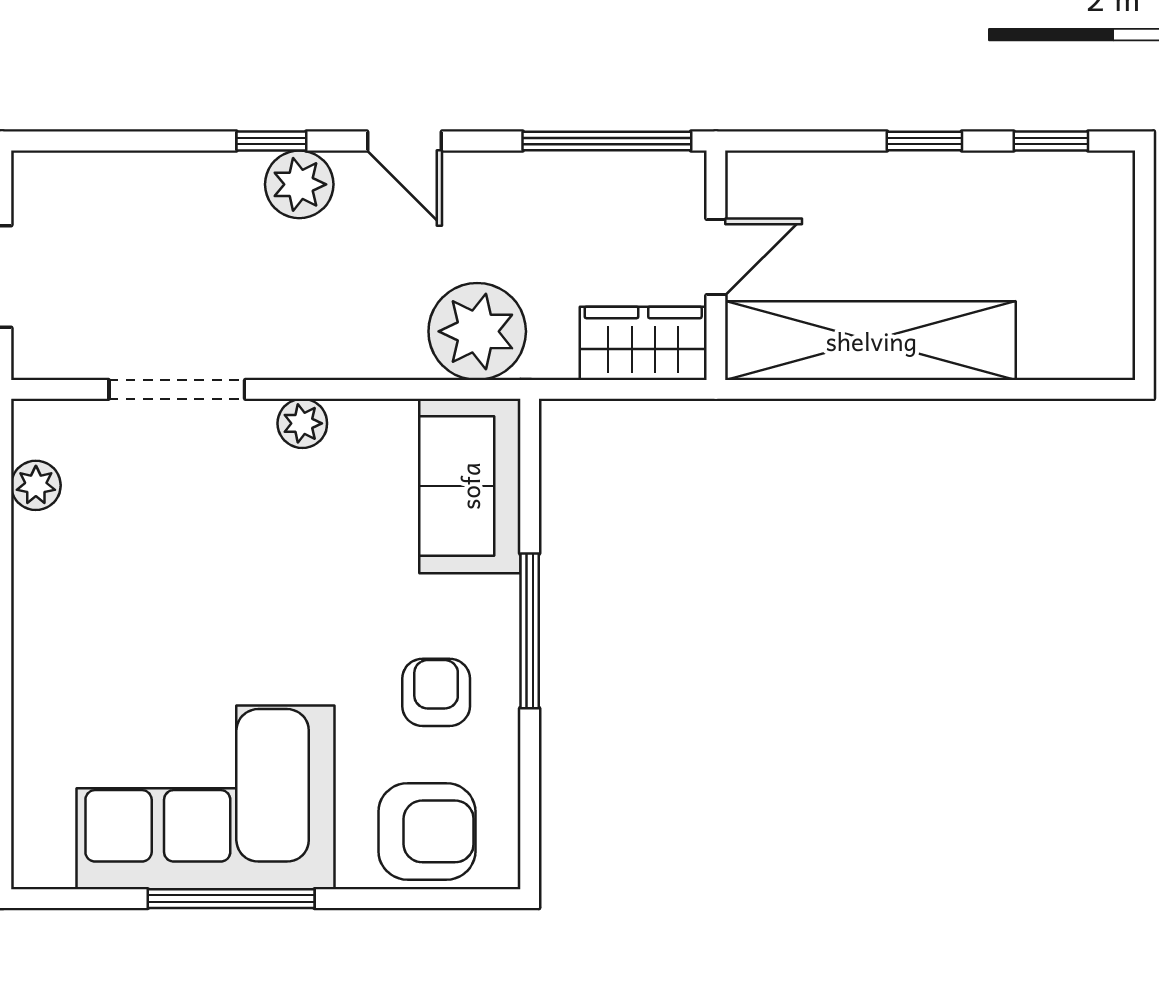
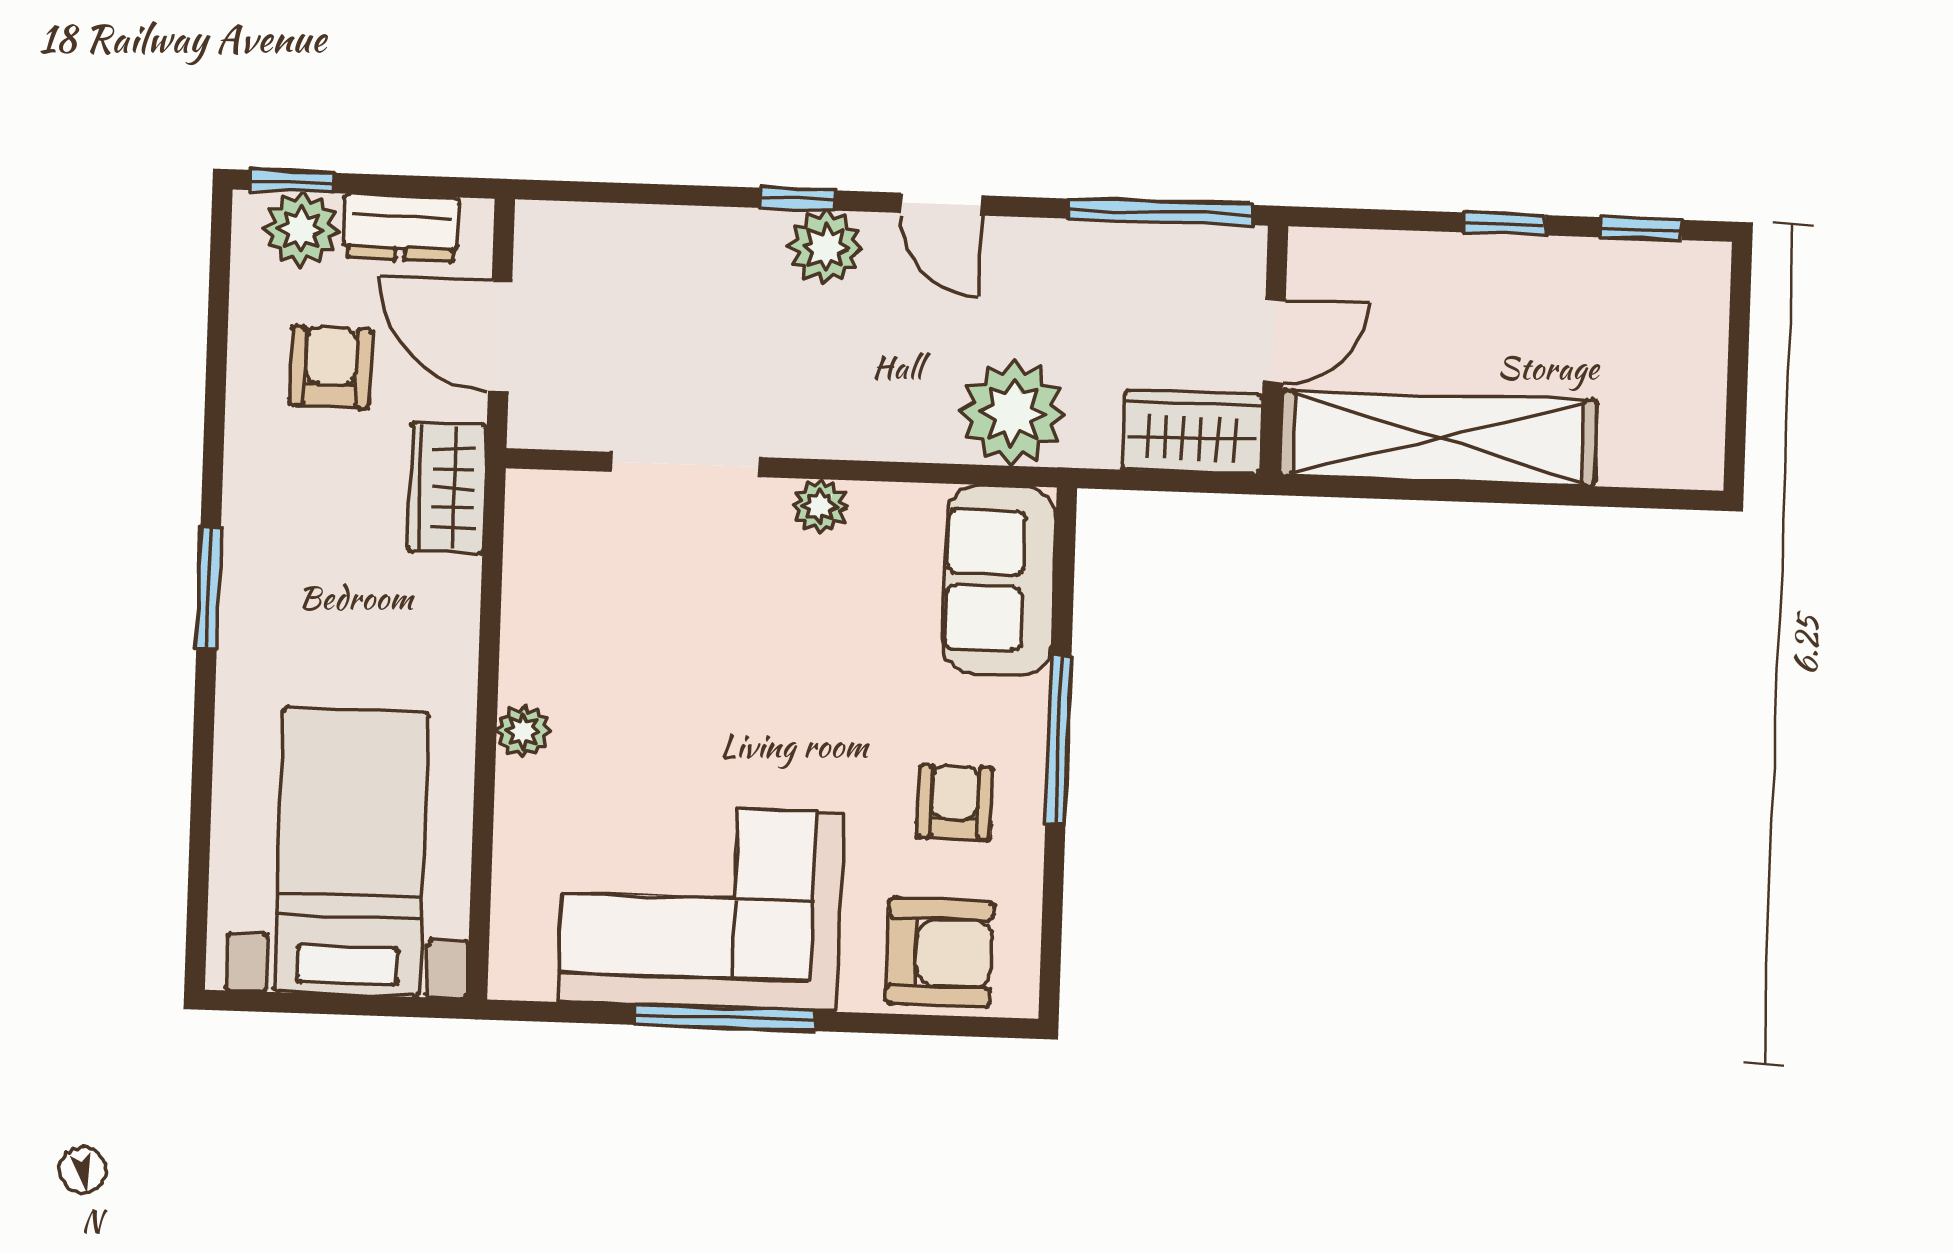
plant: (36, 485) -> (523, 731), moved

